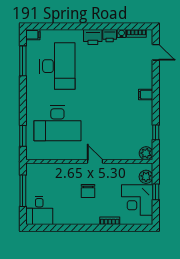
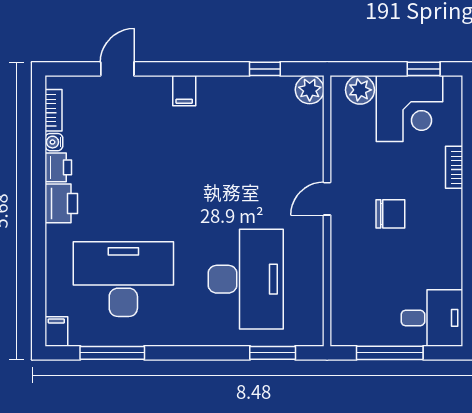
door: (156, 52) -> (117, 69), moved
window: (156, 192) -> (424, 69), moved

